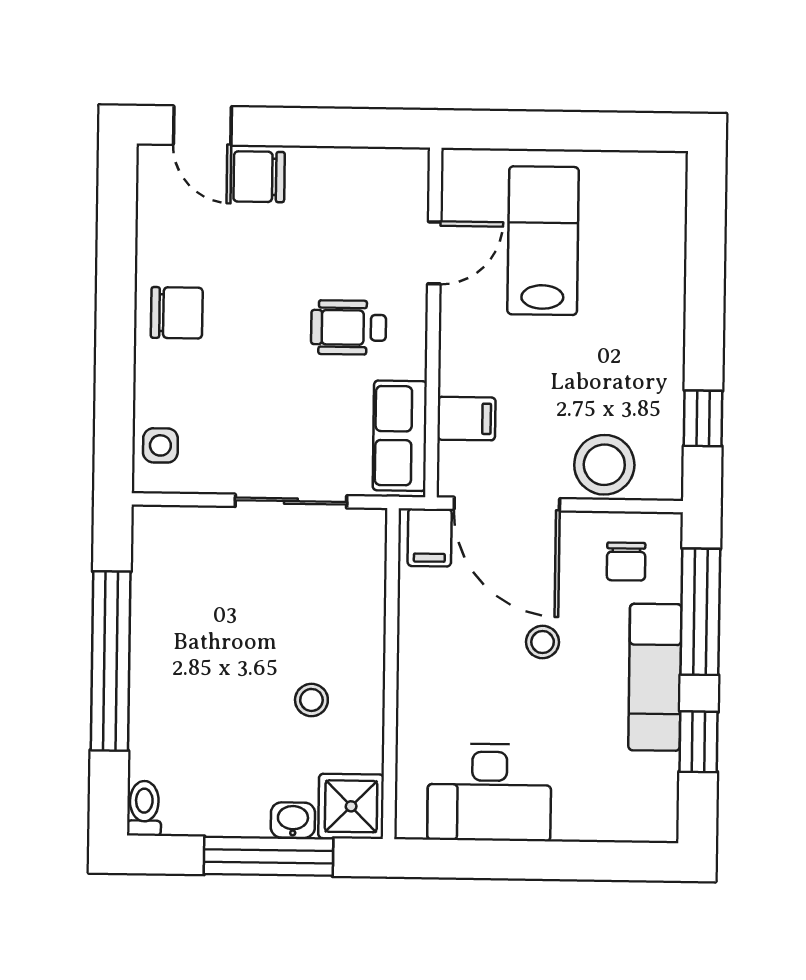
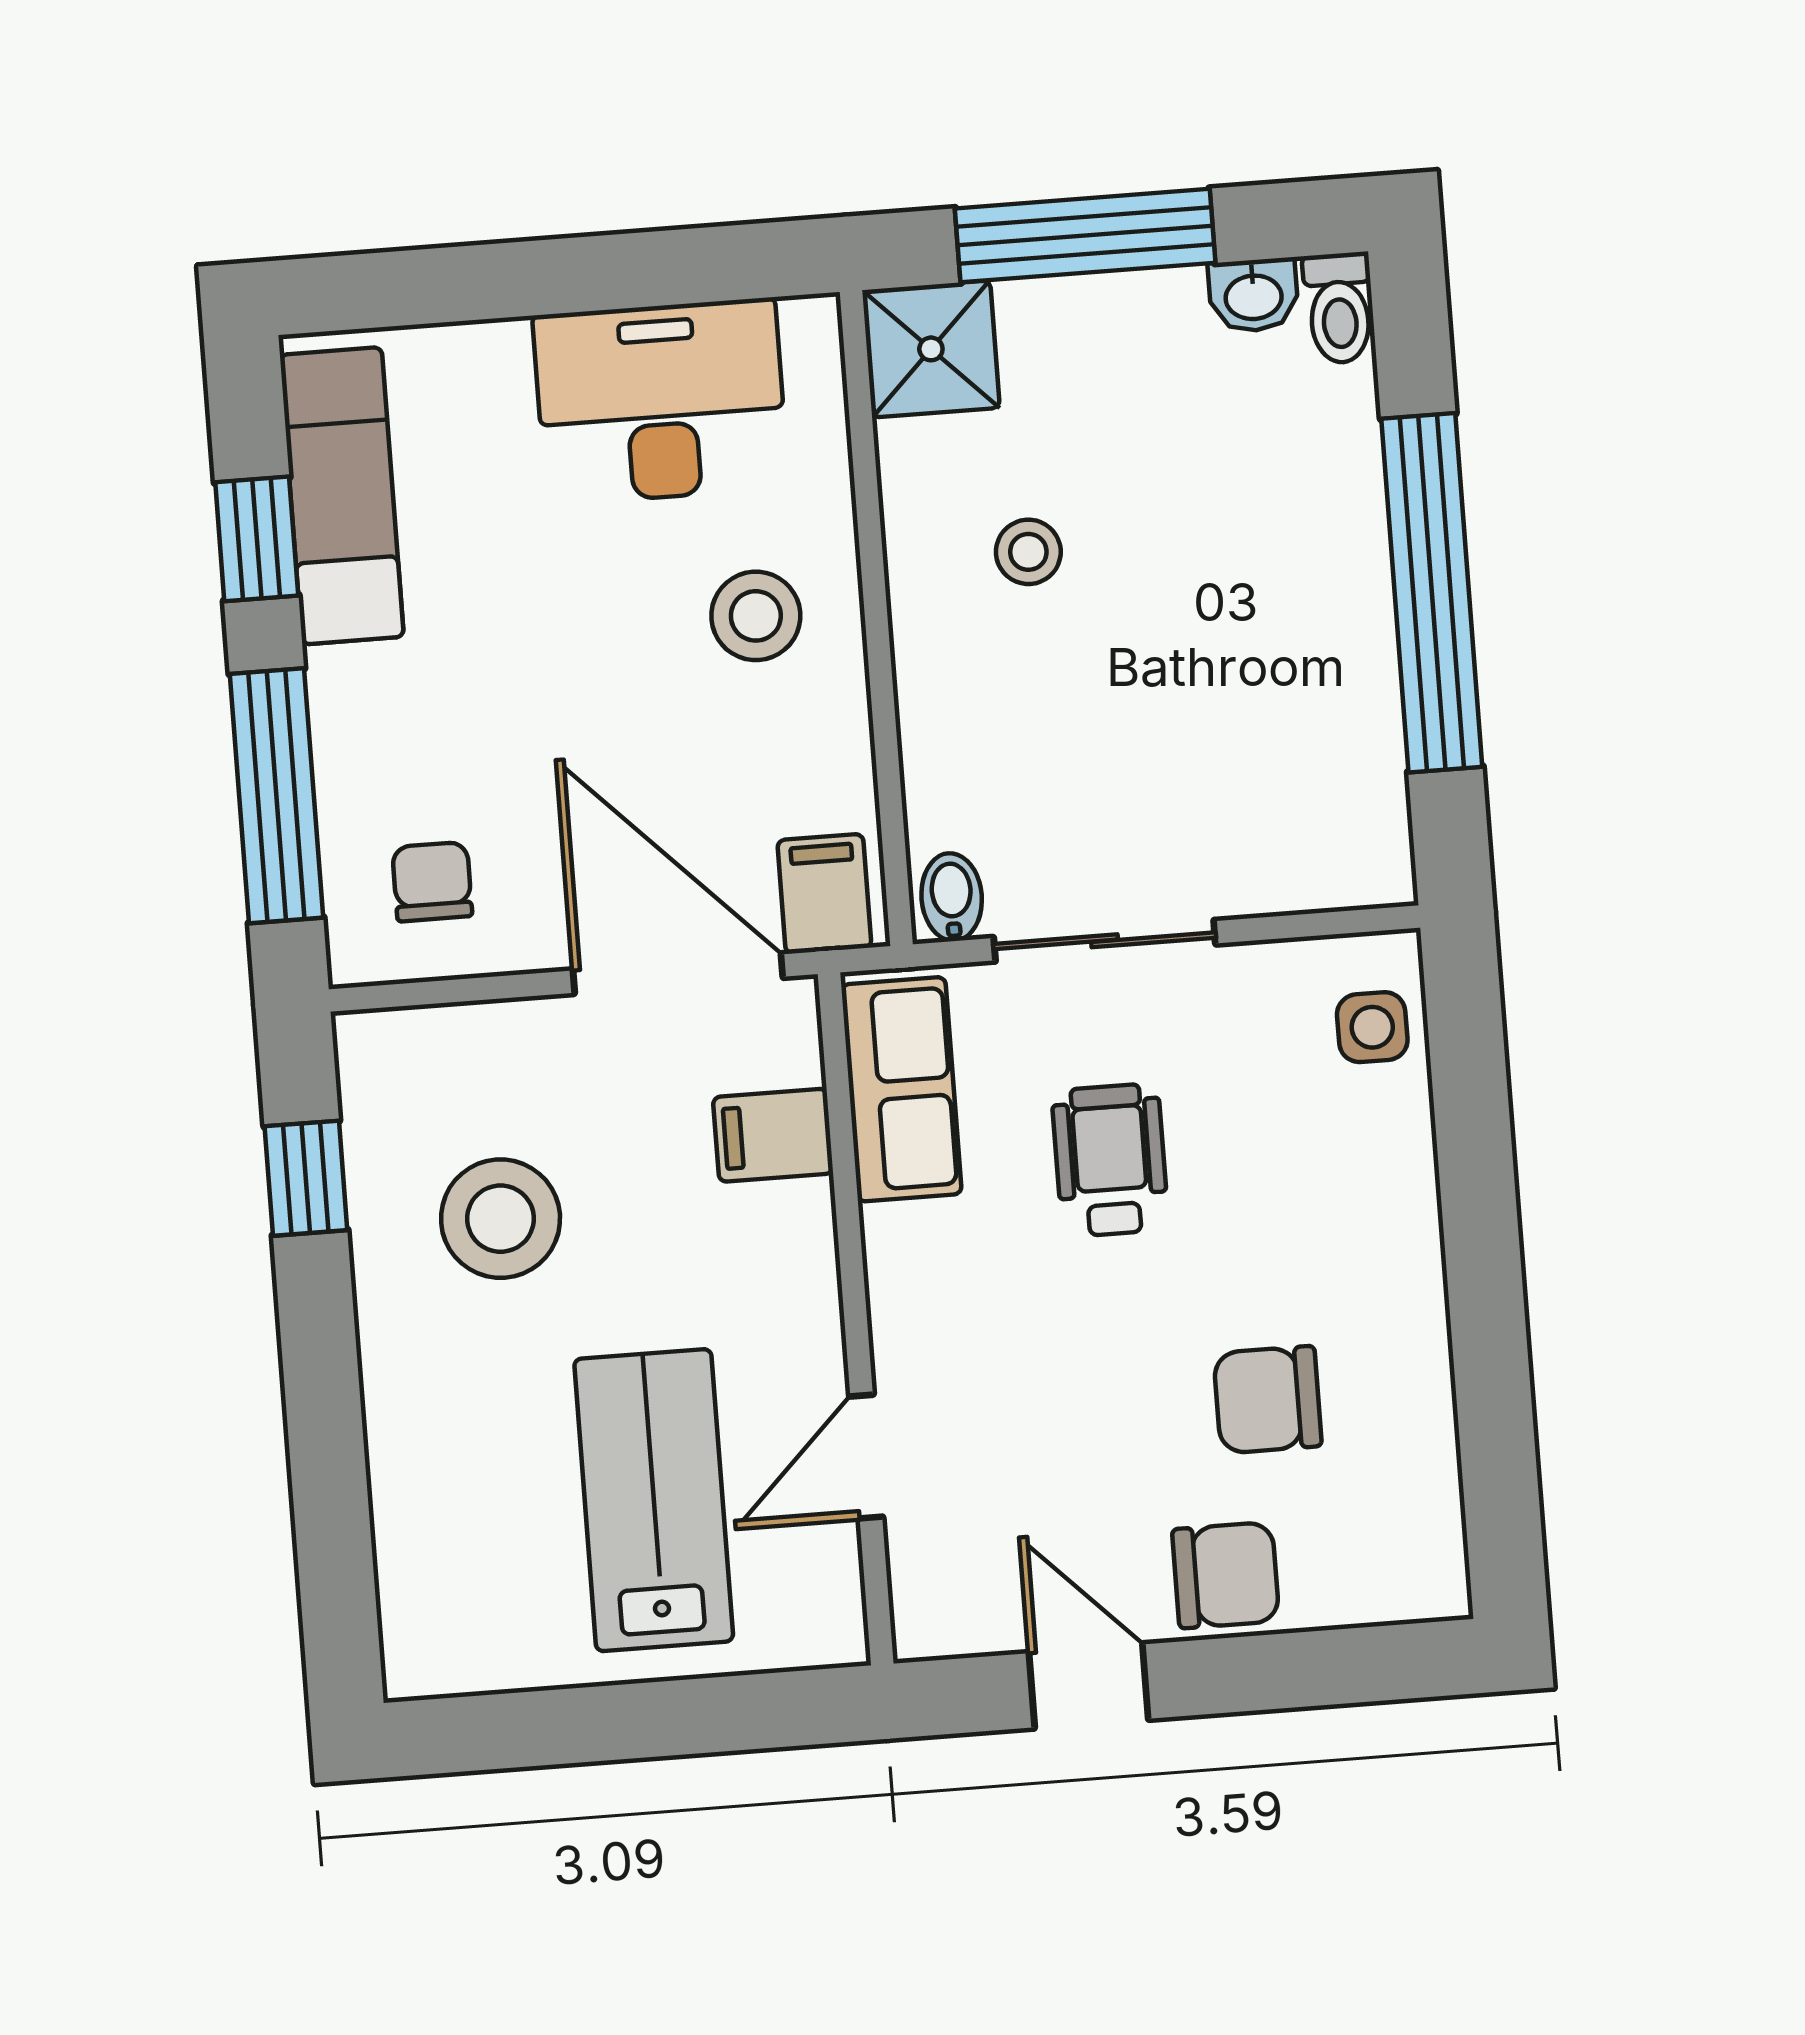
door: (202, 126) -> (1089, 1686), moved
lab bench: (543, 241) -> (654, 1500), turned 180
chair: (177, 313) -> (1268, 1400), moved
wheelchair: (349, 327) -> (1110, 1160), moved, turned -90
stool: (604, 465) -> (501, 1219), moved
bidet: (366, 530) -> (952, 897), added
stool: (543, 642) -> (756, 616), moved, width x1.37, depth x1.37
exam couch: (655, 677) -> (342, 496), moved
washbasin: (293, 820) -> (1253, 295), moved

